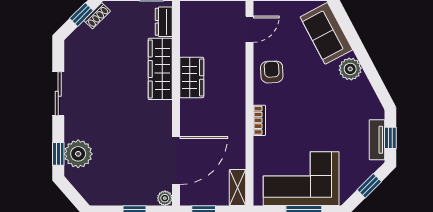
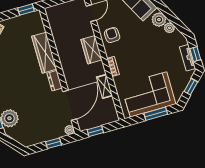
dresser: (164, 22) -> (55, 81), moved
wardrobe: (192, 78) -> (91, 50), moved, turned 180
plant: (363, 86) -> (169, 28), added
shelving: (237, 188) -> (104, 86), moved

